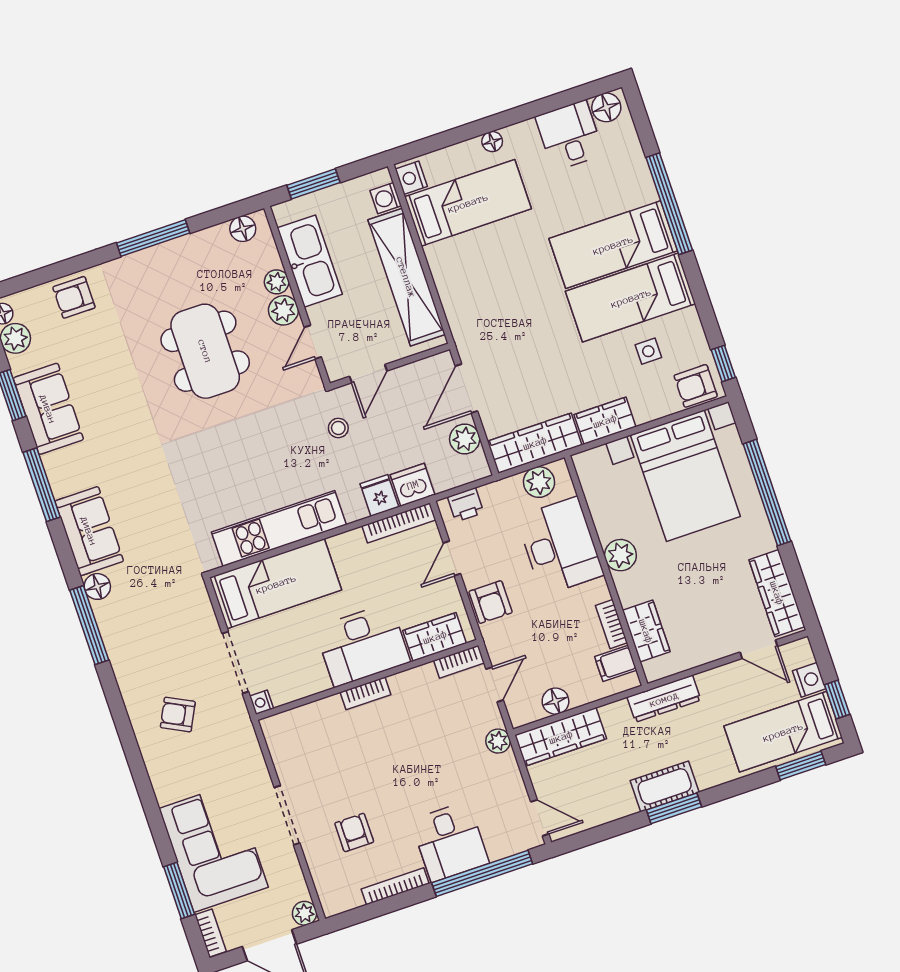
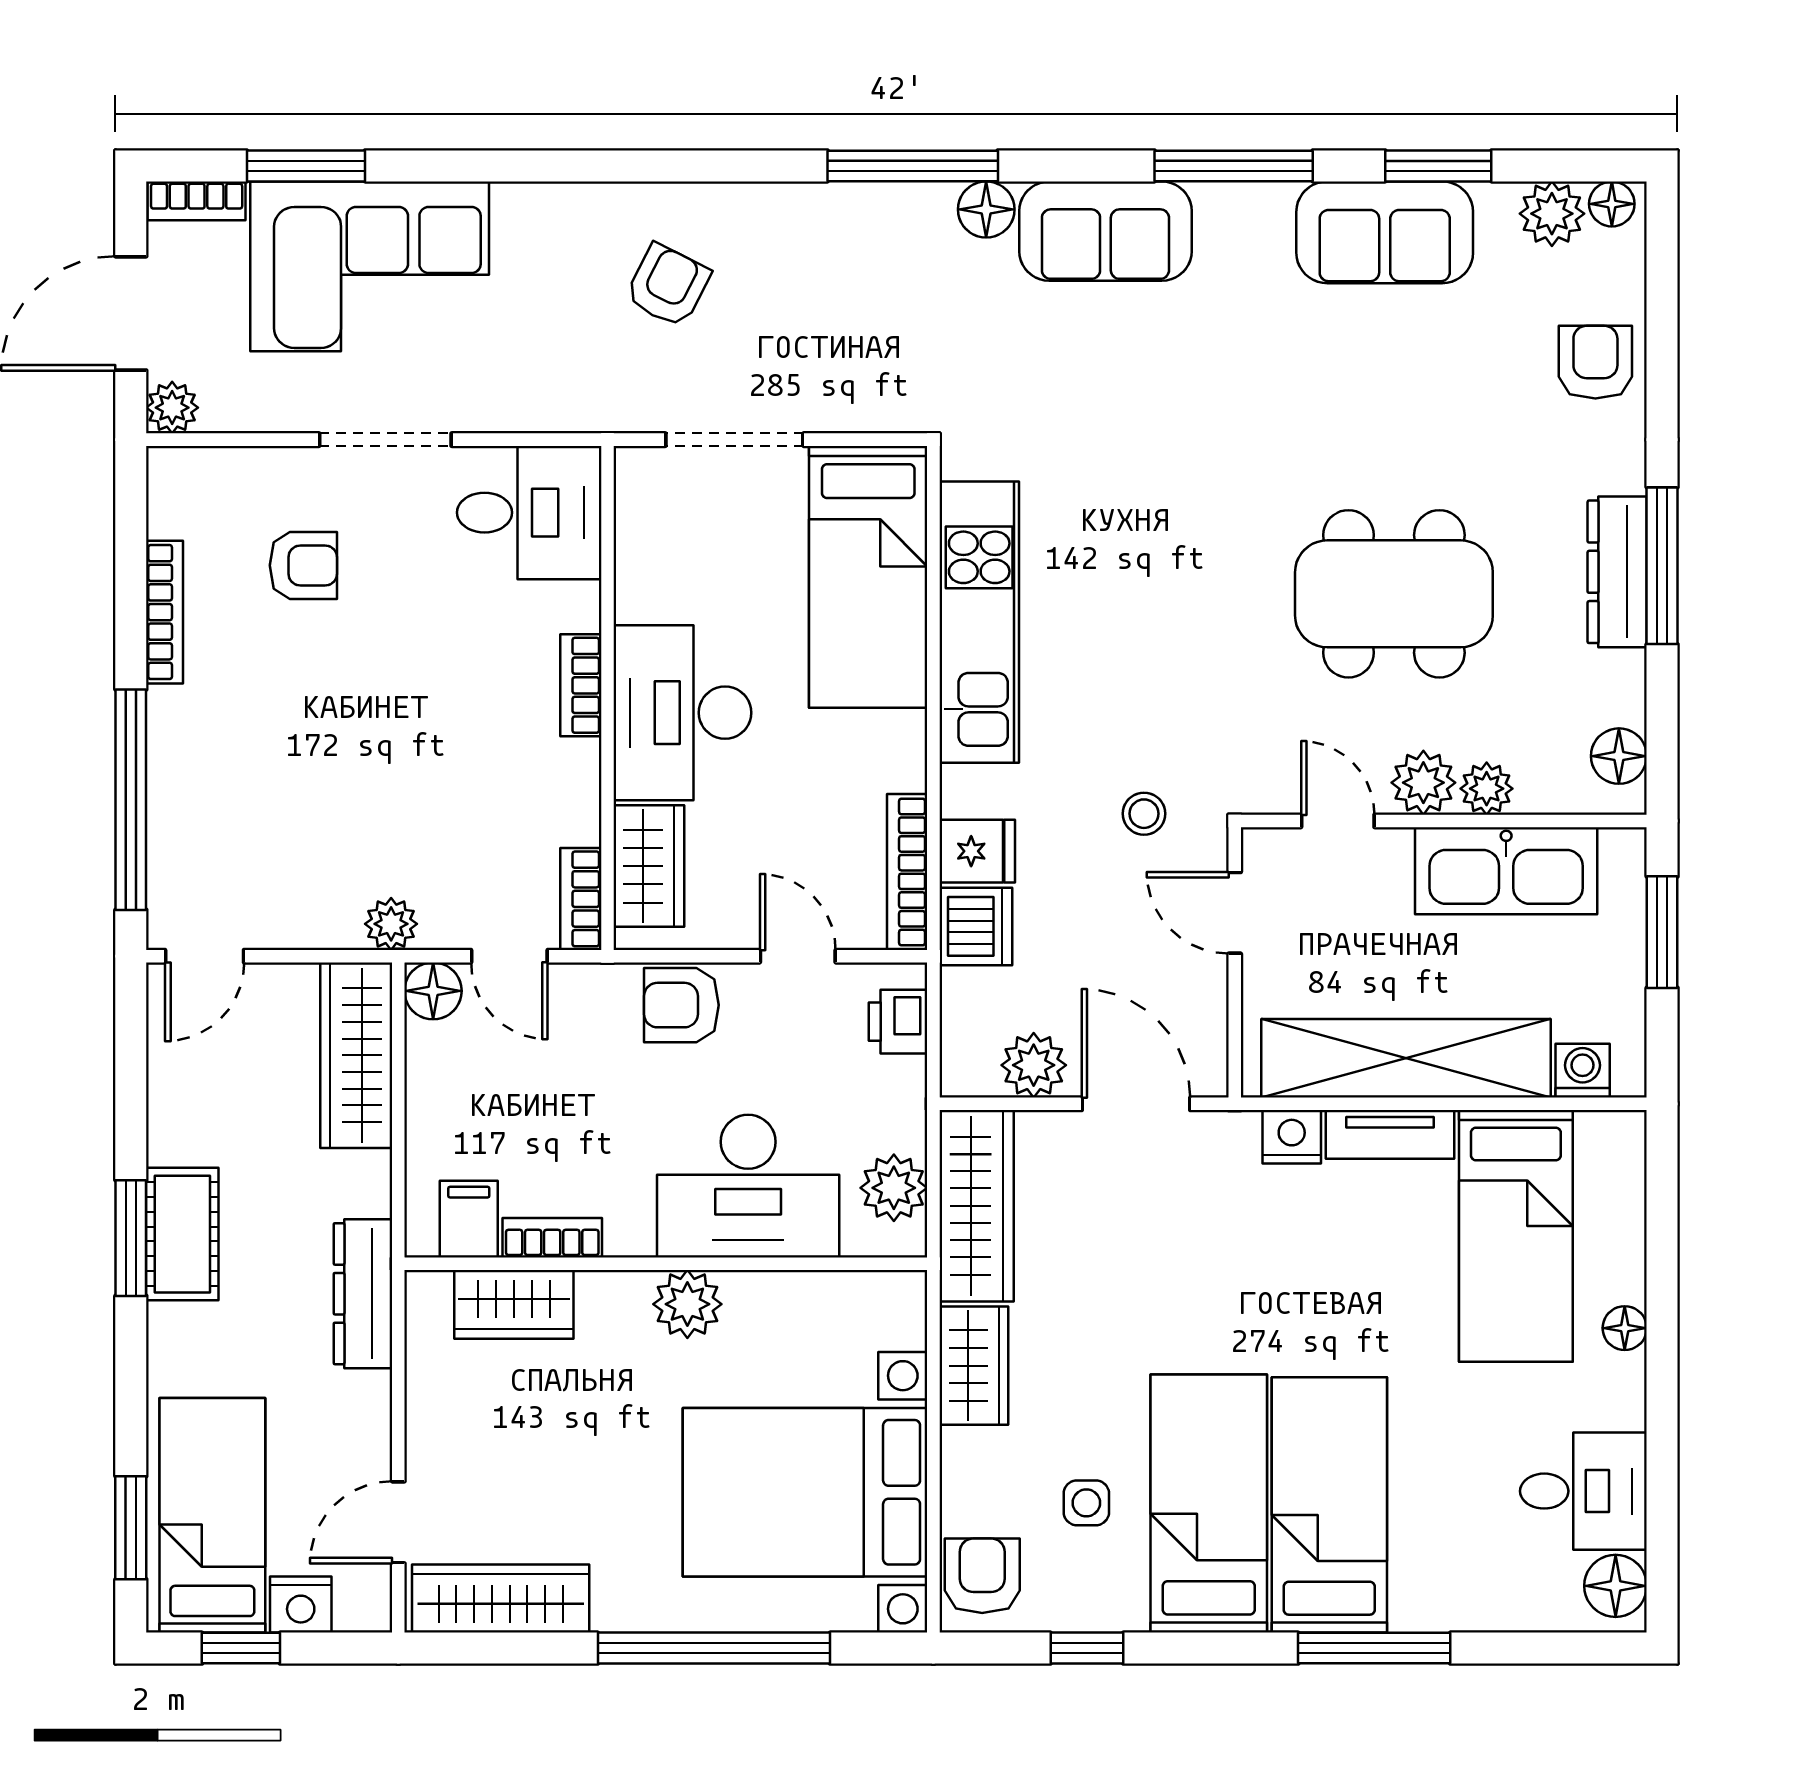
nightstand: (411, 178) -> (1292, 1137), moved
window: (669, 204) -> (1374, 1648), width x0.68
dresser: (162, 257) -> (1617, 572), added
tv unit: (442, 273) -> (1390, 1134), added
window: (723, 364) -> (1087, 1648), moved
floor lamp: (555, 701) -> (433, 991), moved
nightstand: (262, 702) -> (635, 466), removed
desk: (450, 842) -> (529, 513), moved, turned 180

